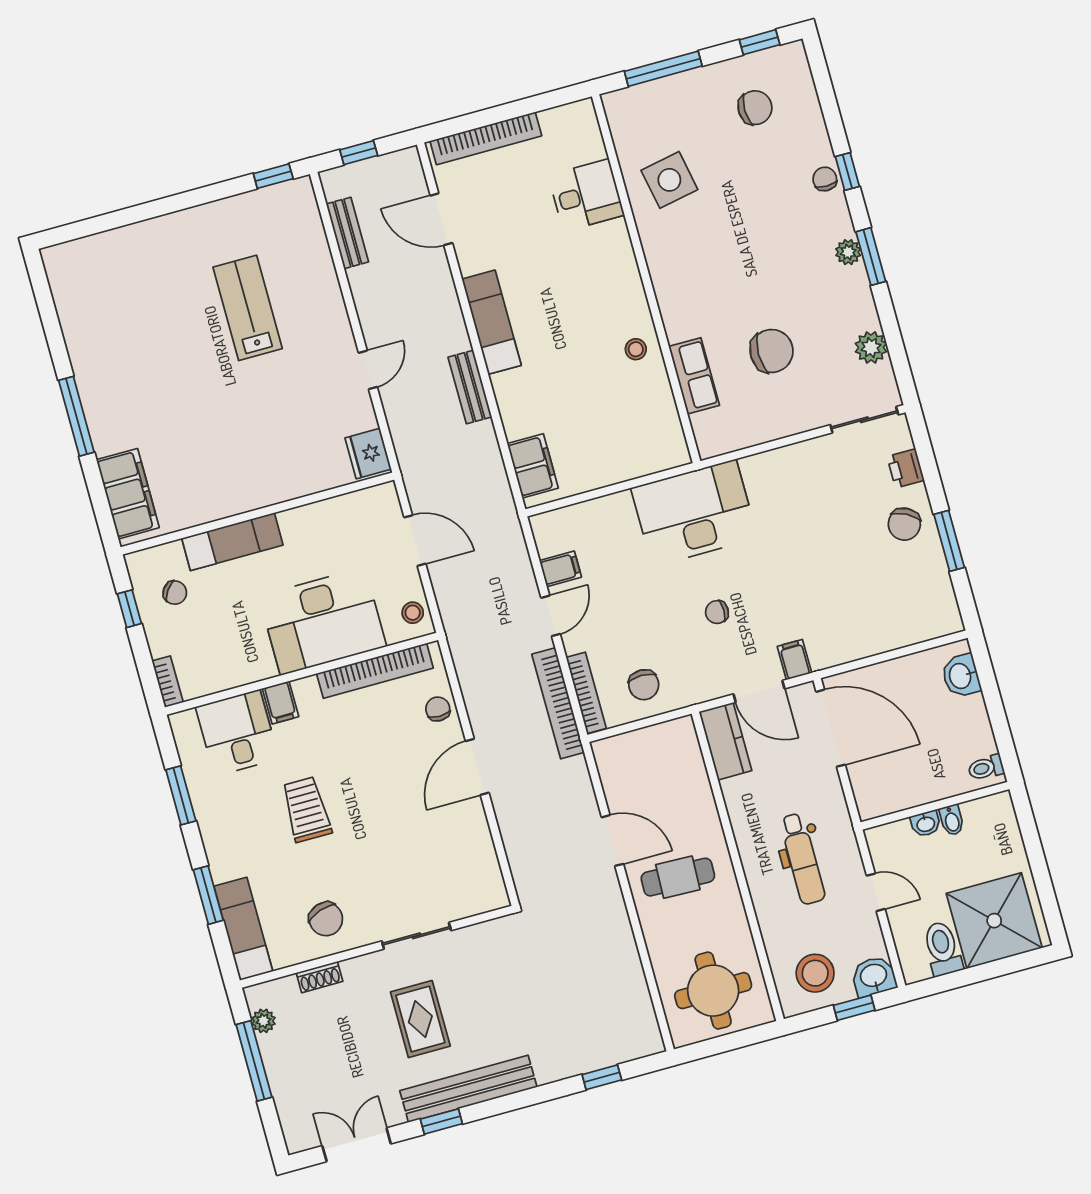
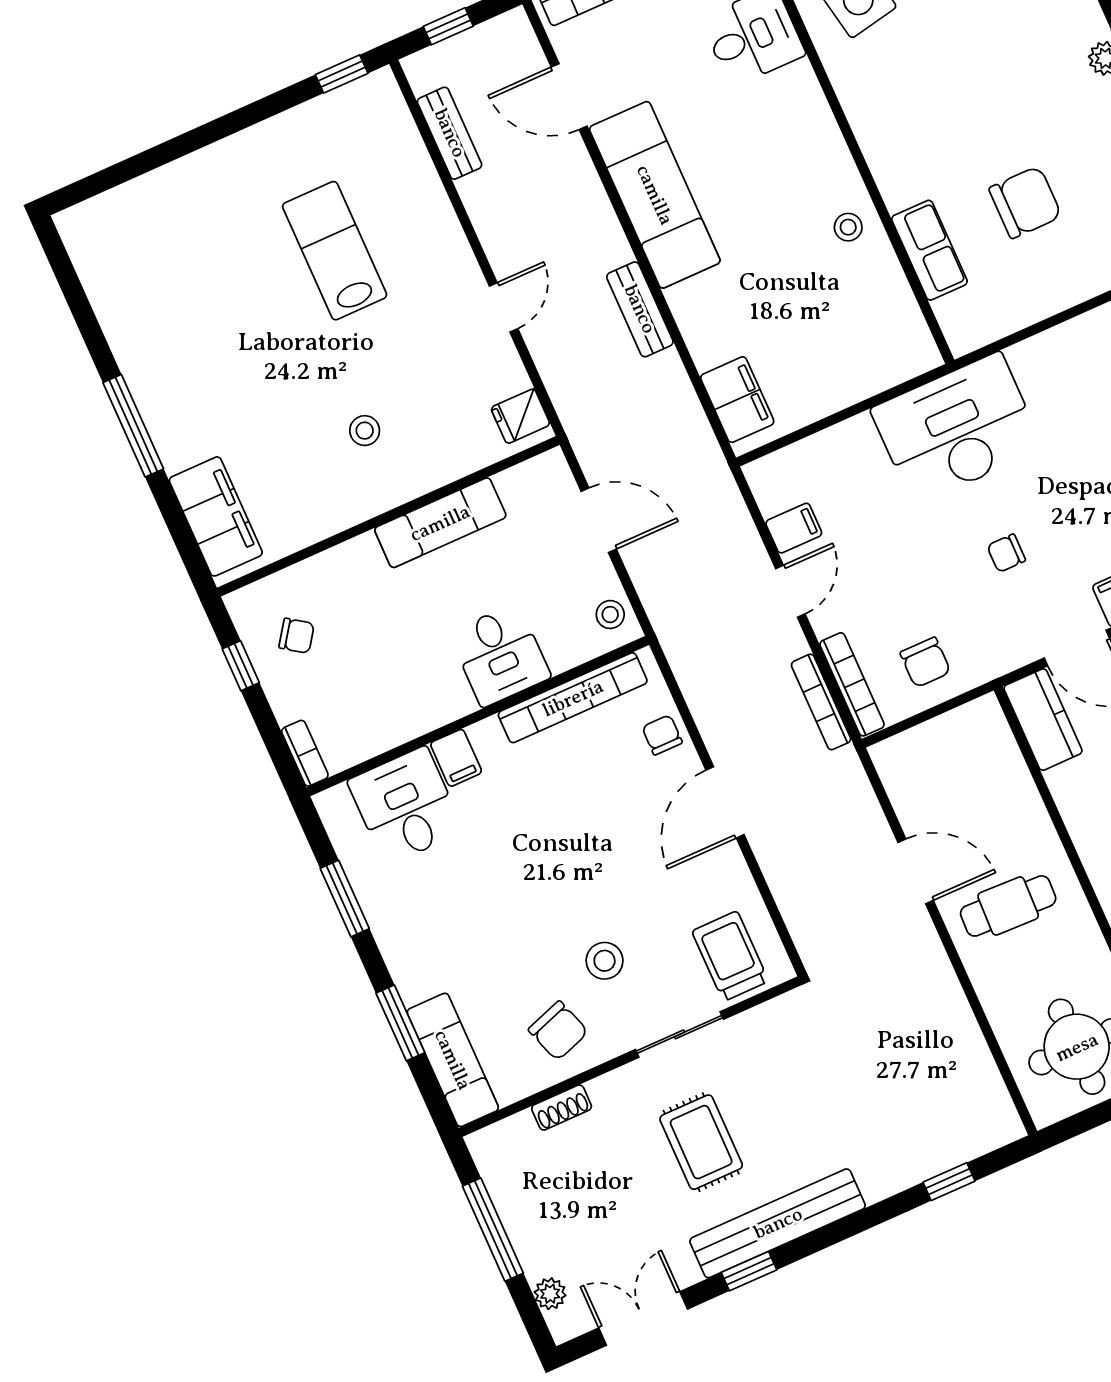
exam couch: (491, 322) -> (655, 195), width x1.36, depth x1.45
stool: (249, 446) -> (365, 431), added
fridge: (368, 454) -> (520, 416), width x0.72
exam couch: (232, 542) -> (440, 523), moved
desk: (323, 621) -> (500, 655), width x0.53, depth x0.77
bookcase: (558, 703) -> (821, 702), width x0.68, depth x0.76
trolley: (306, 809) -> (730, 956), moved
stool: (369, 872) -> (605, 961), added
plant: (263, 1021) -> (550, 1294), moved

